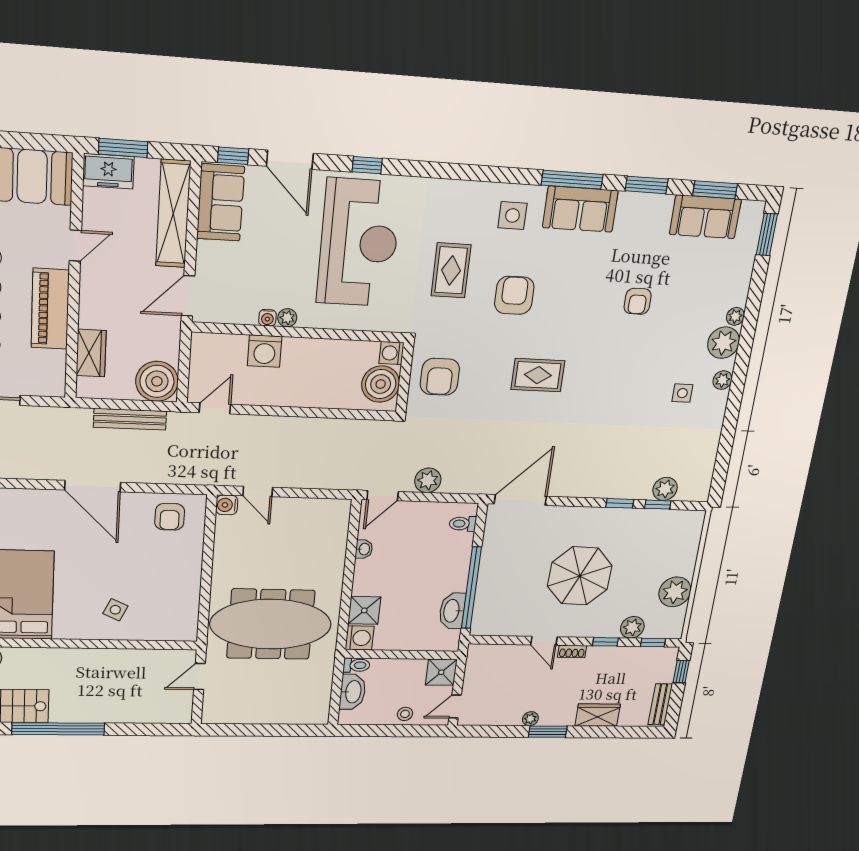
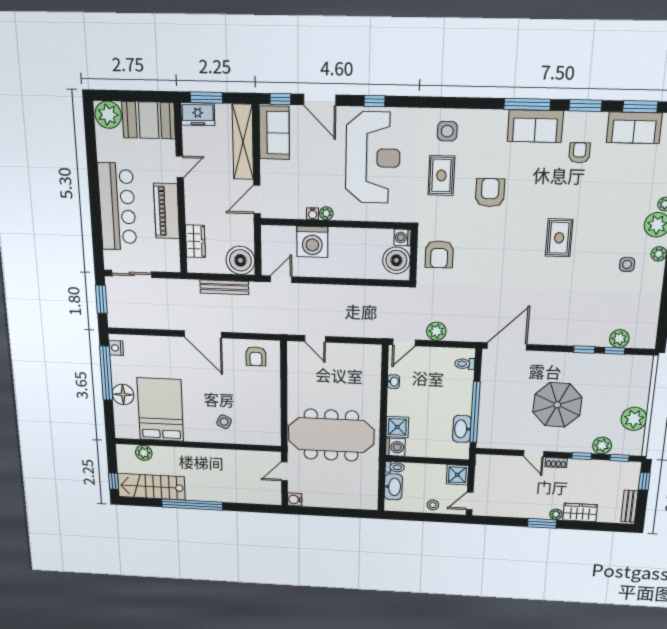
side table: (513, 215) -> (447, 131), moved
armchair: (638, 301) -> (580, 153), moved, turned 180
washing machine: (265, 351) -> (312, 242), width x1.37, depth x1.37
rug: (538, 375) -> (559, 238), moved, turned 90
water cooler: (227, 505) -> (295, 499), moved
plant: (530, 719) -> (556, 514), moved

